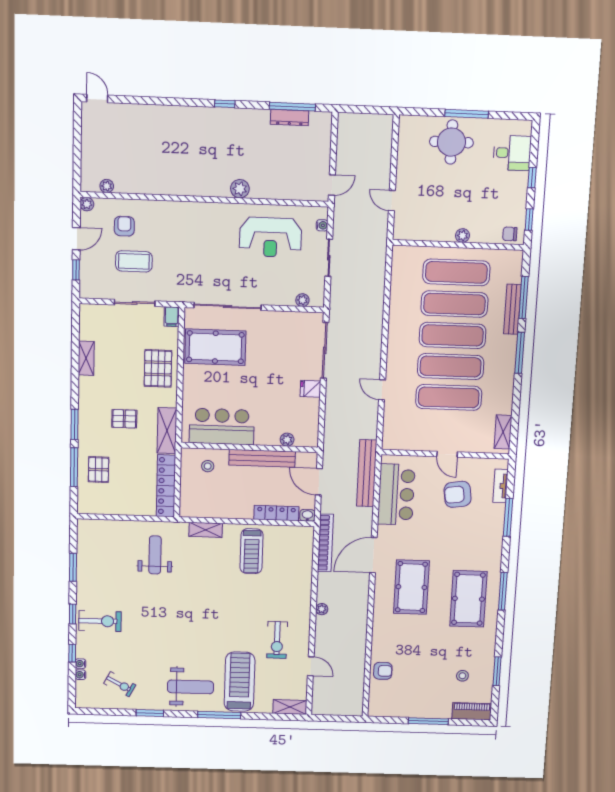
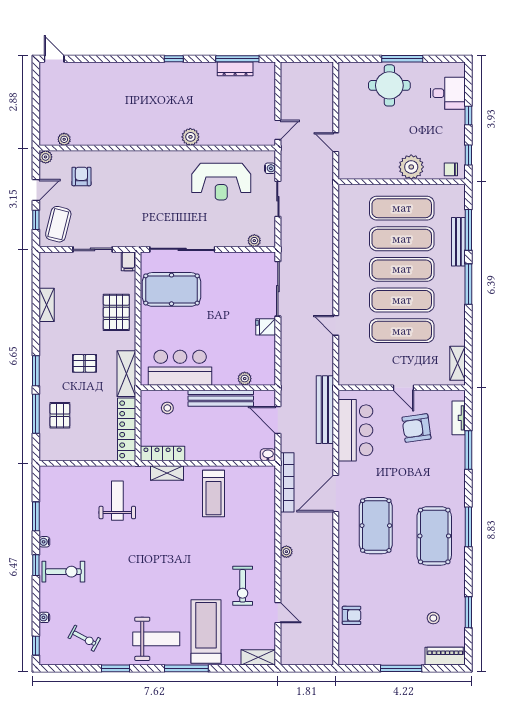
plant: (463, 236) -> (411, 167), width x1.88, depth x1.88
coffee table: (134, 261) -> (58, 224), moved, turned -76
locker: (276, 513) -> (163, 453), moved
window: (72, 653) -> (36, 646), moved
water cooler: (80, 675) -> (44, 542), moved

